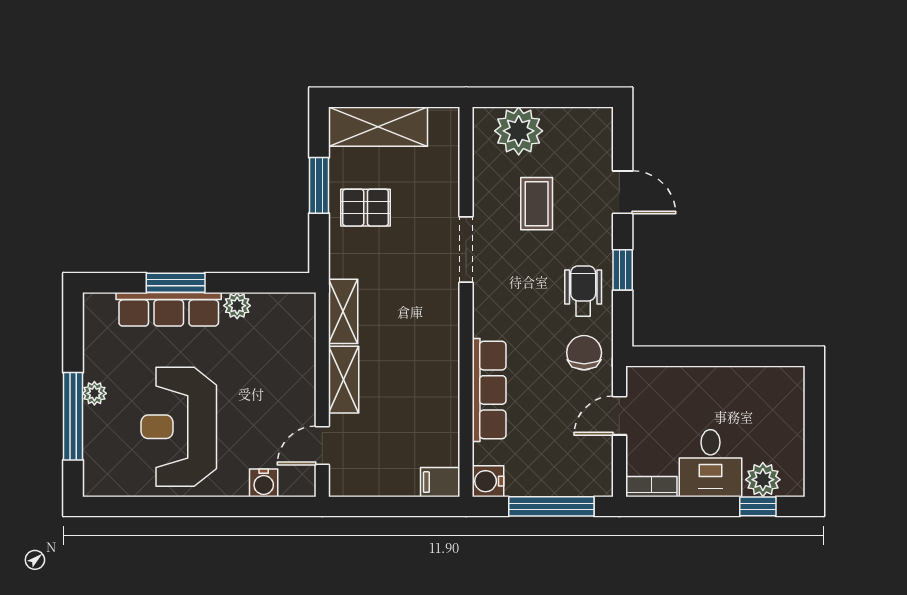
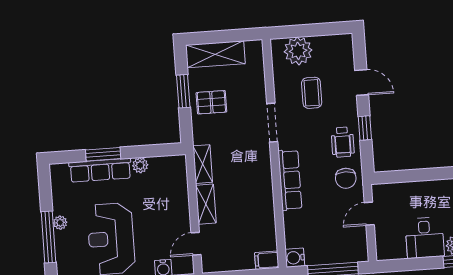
wheelchair: (583, 291) -> (343, 142), turned 180
chair: (584, 353) -> (346, 178), turned 180
row of seats: (489, 390) -> (290, 180), moved
bookcase: (651, 487) -> (391, 254), removed

